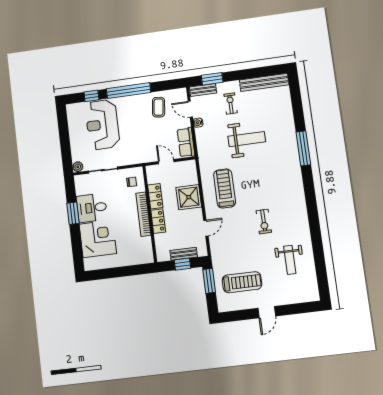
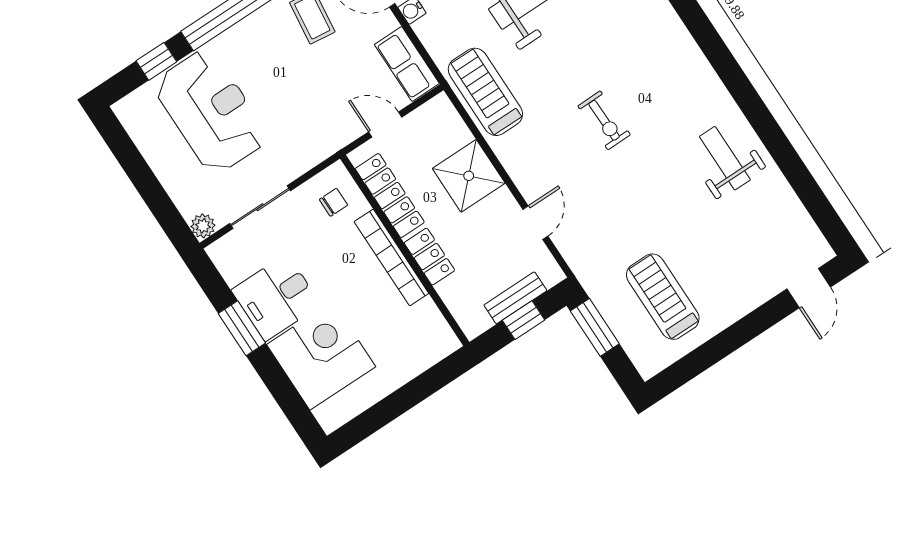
reception desk: (102, 125) -> (211, 111), turned 180
treadmill: (225, 188) -> (485, 92), moved
locker: (155, 196) -> (390, 195), width x1.53
exercise bike: (264, 222) -> (604, 120), moved
weight bench: (290, 260) -> (725, 158), moved, turned 180
treadmill: (242, 282) -> (663, 297), turned -90
door: (267, 312) -> (809, 288), moved

